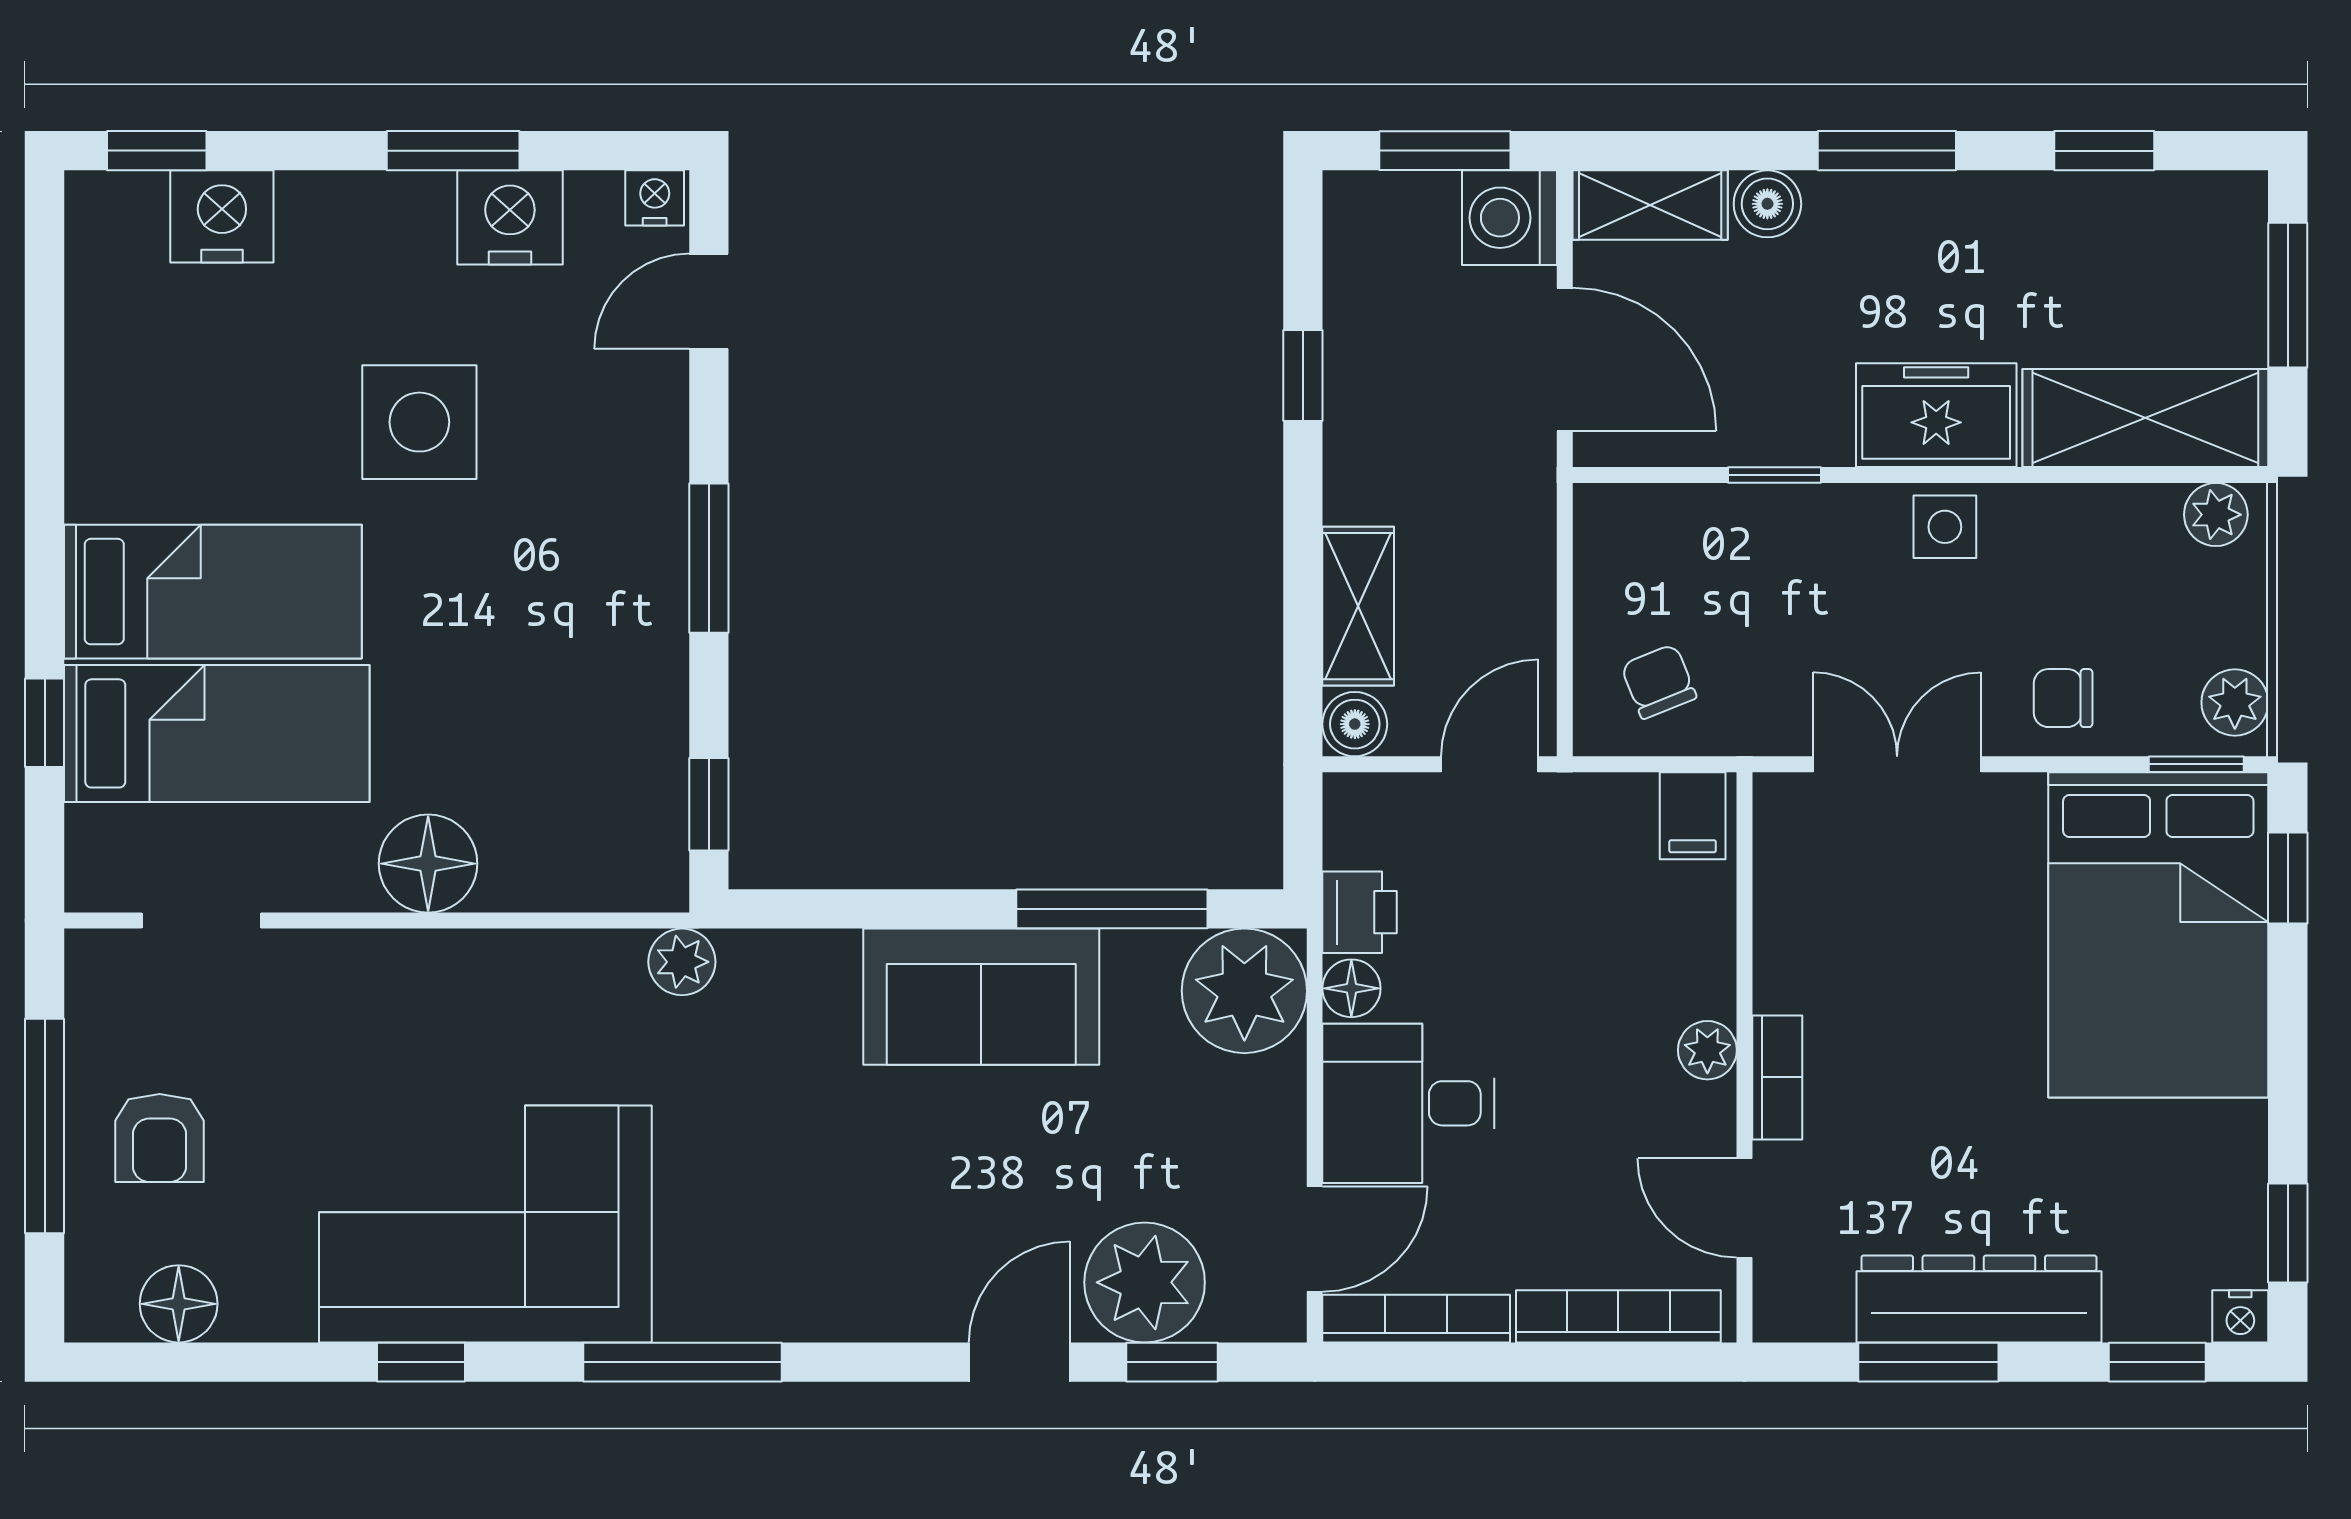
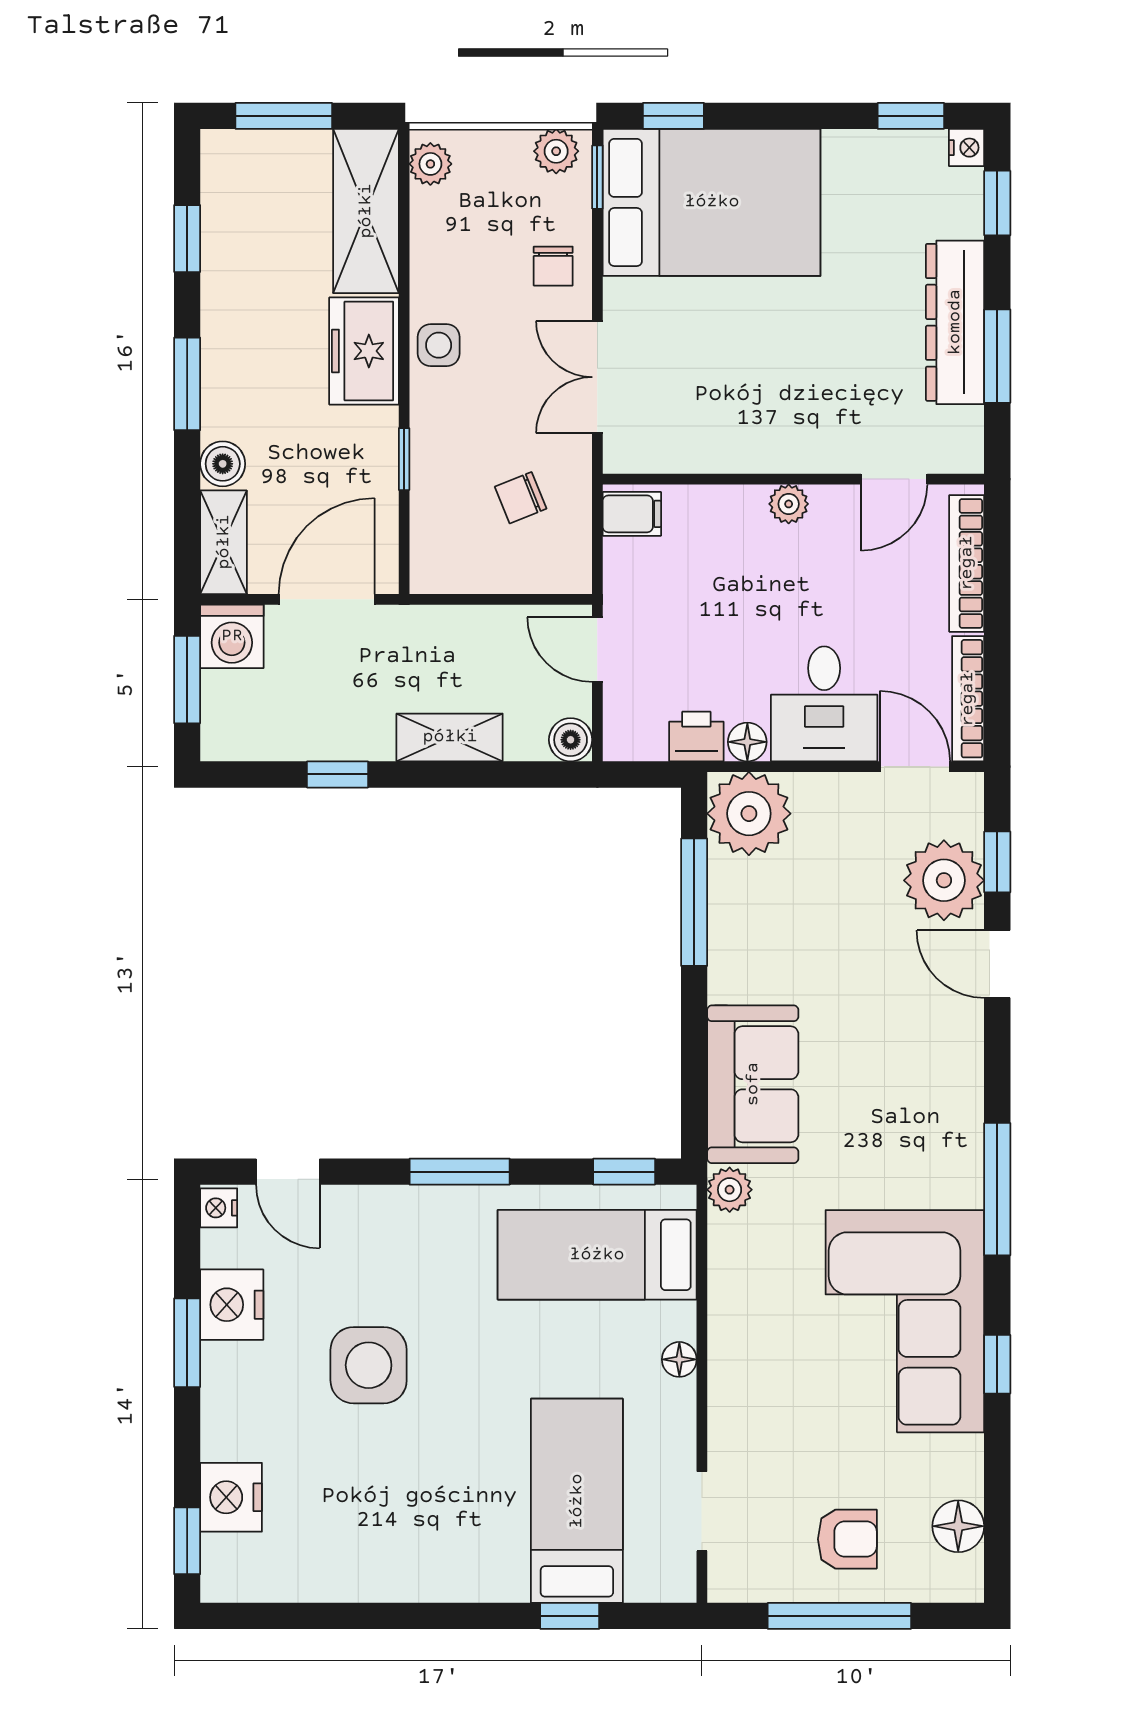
bed: (213, 592) -> (597, 1255), moved, turned -90
shelving: (1358, 606) -> (450, 737), moved
chair: (1659, 681) -> (521, 498), moved
floor lamp: (428, 864) -> (679, 1359), width x0.53, depth x0.53
sofa: (981, 997) -> (753, 1084), moved
bookcase: (1777, 1077) -> (807, 457), removed

